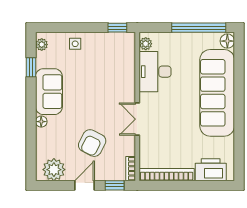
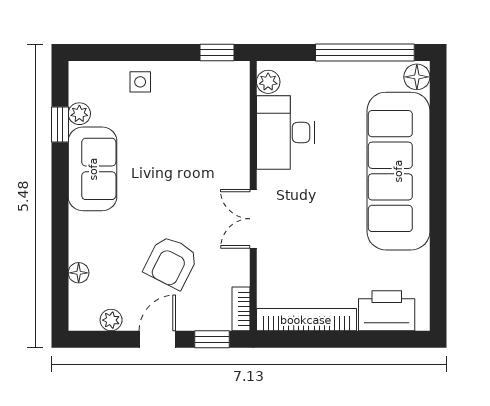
plant: (42, 45) -> (79, 114), moved
floor lamp: (41, 122) -> (79, 273), moved
plant: (54, 170) -> (111, 320), width x0.53, depth x0.53

